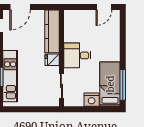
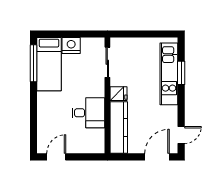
desk: (77, 55) -> (88, 113), moved

